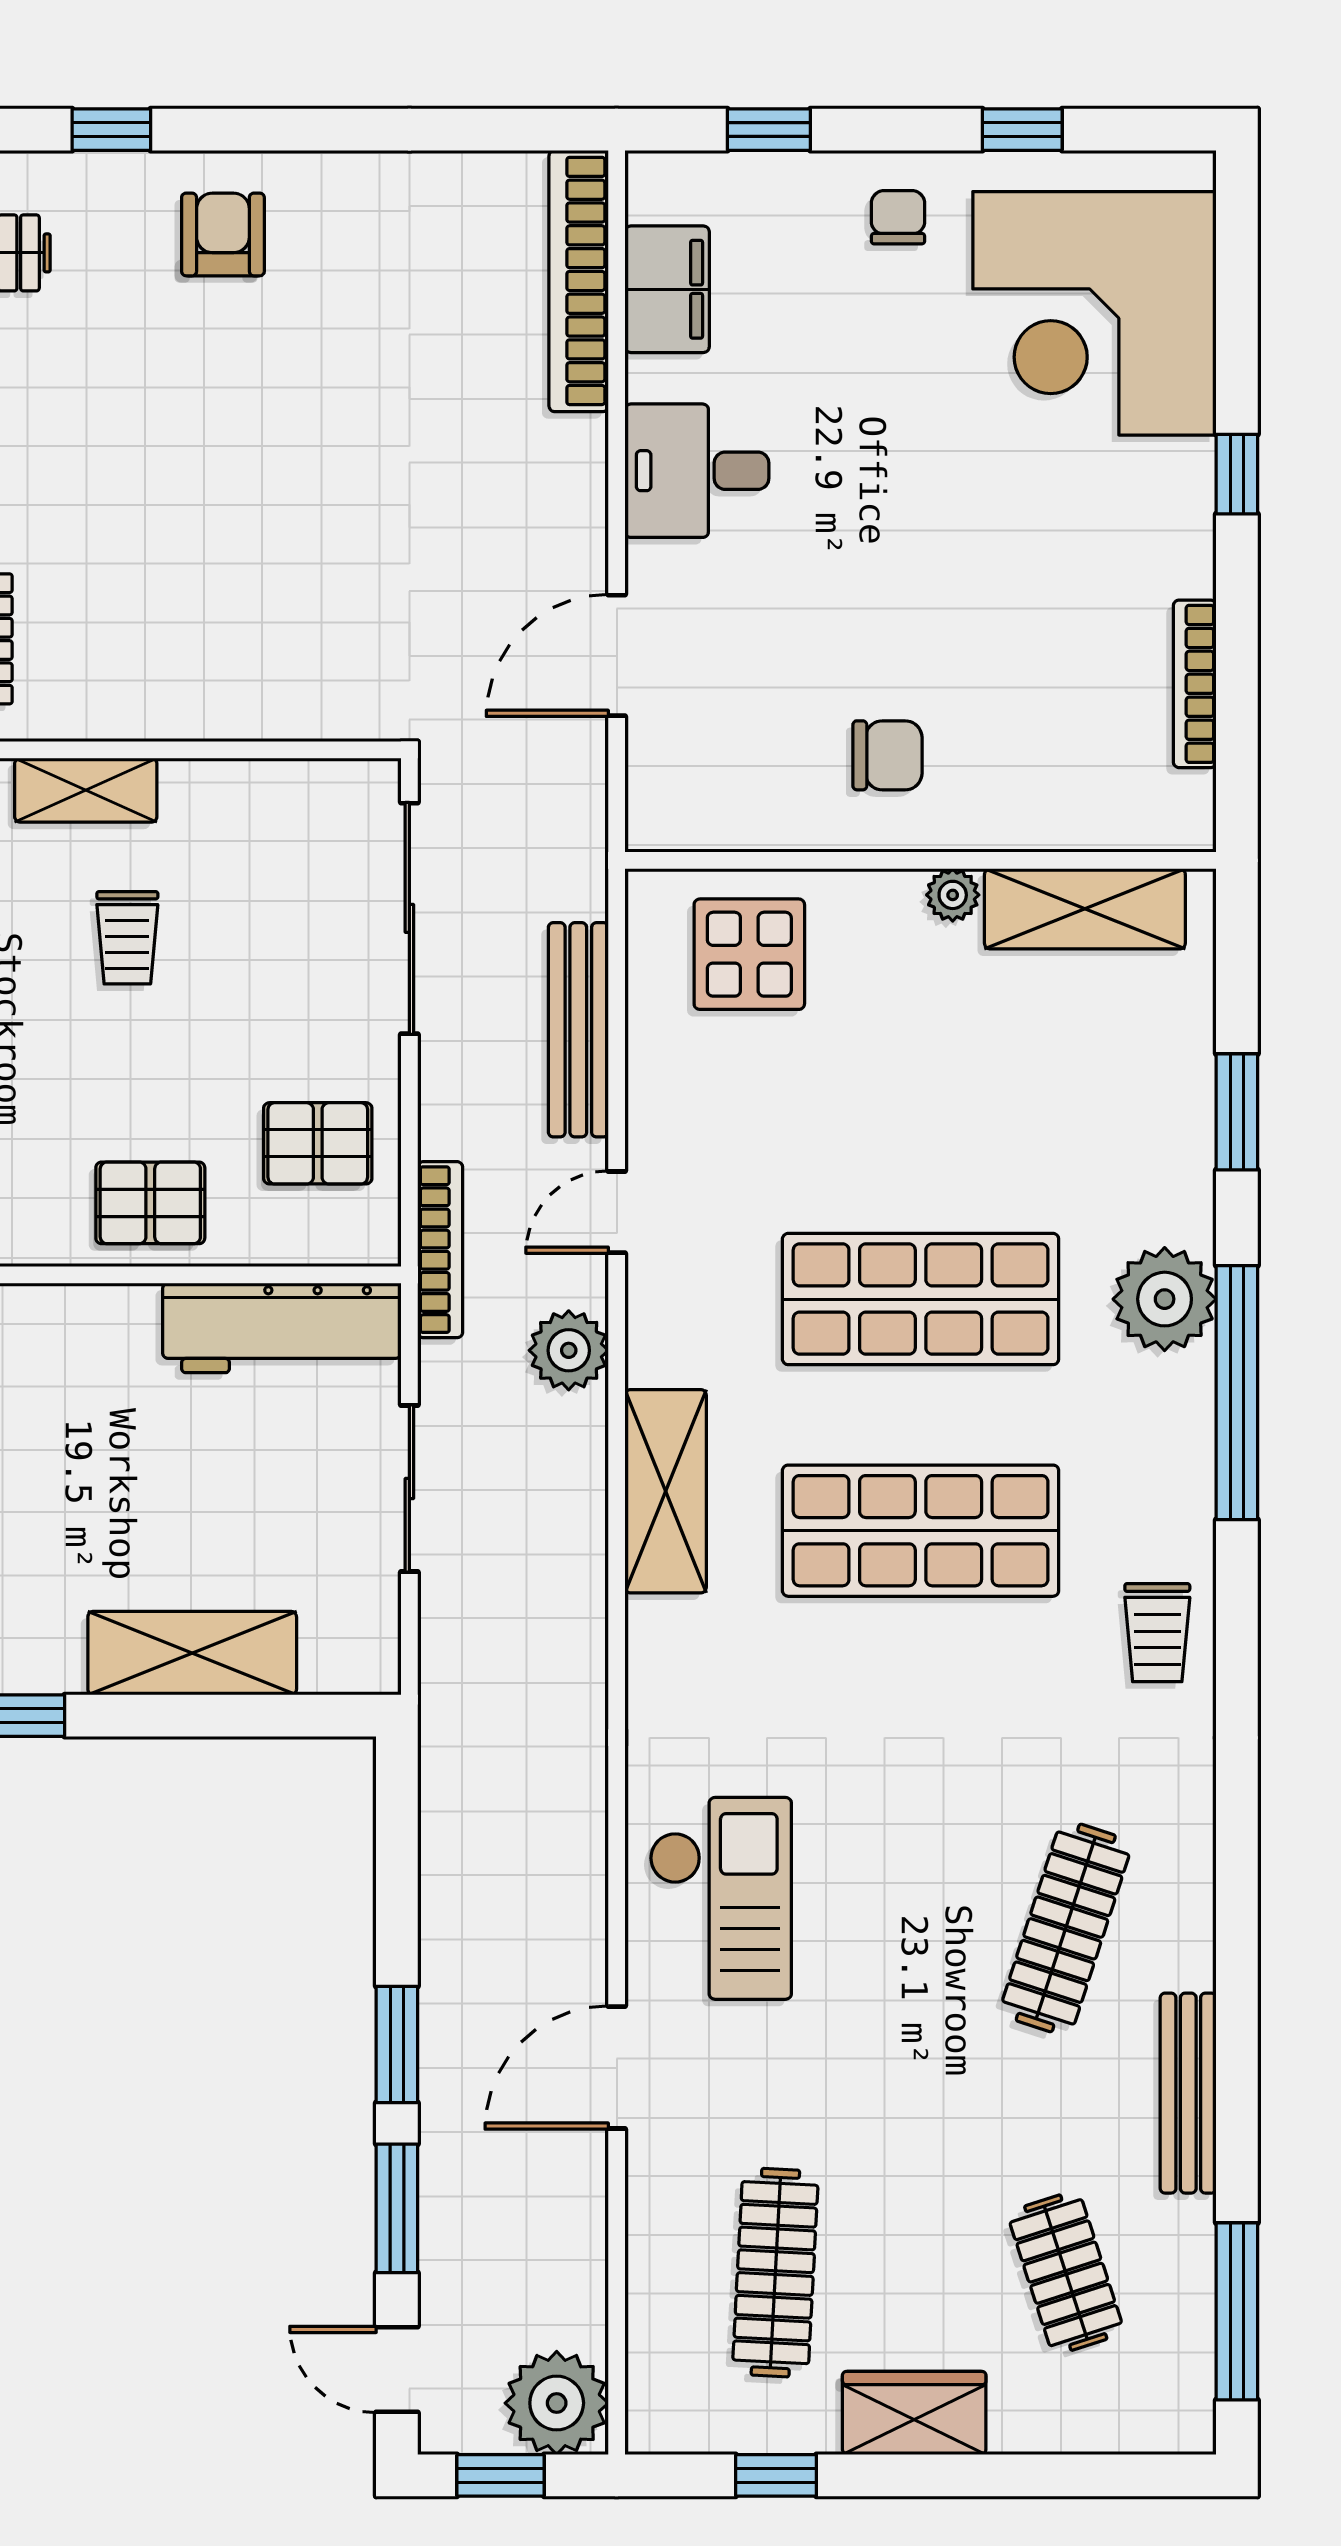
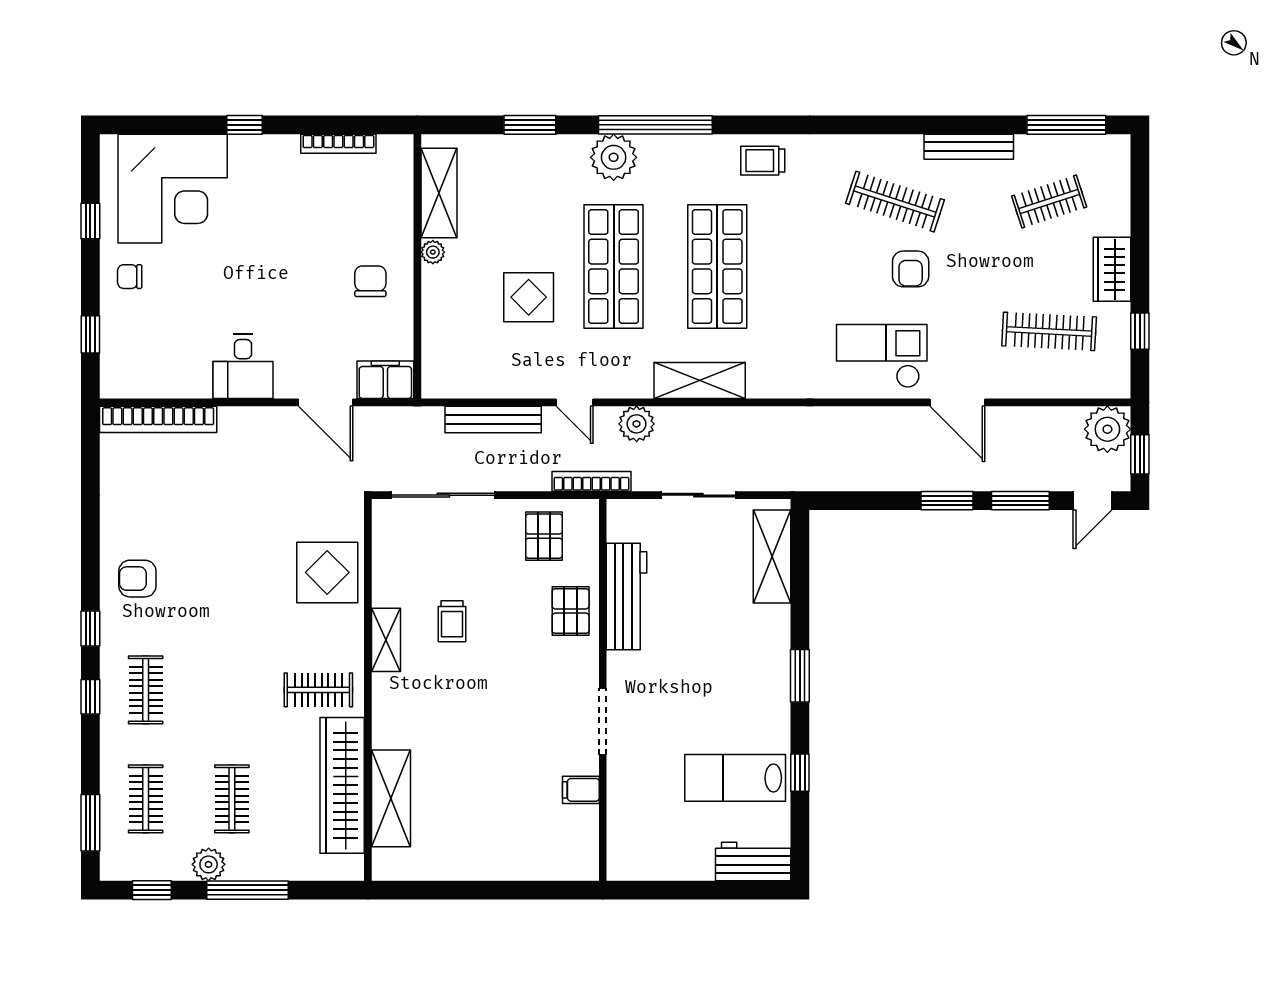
filing cabinet: (667, 289) -> (385, 380), moved
display table: (236, 659) -> (327, 572), added
trolley: (127, 938) -> (452, 621), turned 90
display table: (749, 954) -> (529, 297), moved
workbench: (282, 1328) -> (627, 597), moved
trolley: (1157, 1633) -> (763, 161), turned 180
shelving: (192, 1653) -> (772, 557), moved
armchair: (915, 1963) -> (911, 269), added

